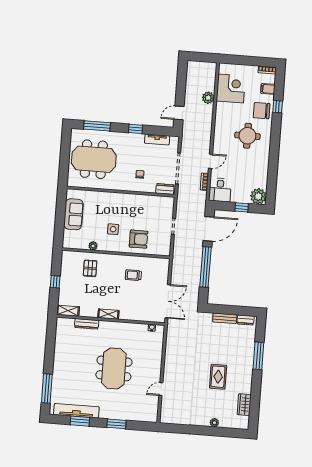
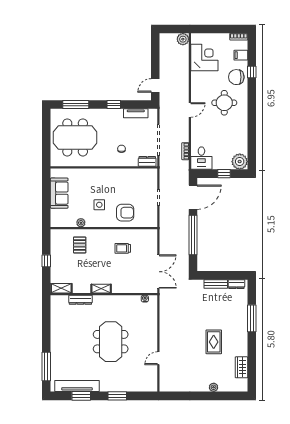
plant: (208, 98) -> (183, 39), moved
door: (210, 161) -> (190, 110), moved

